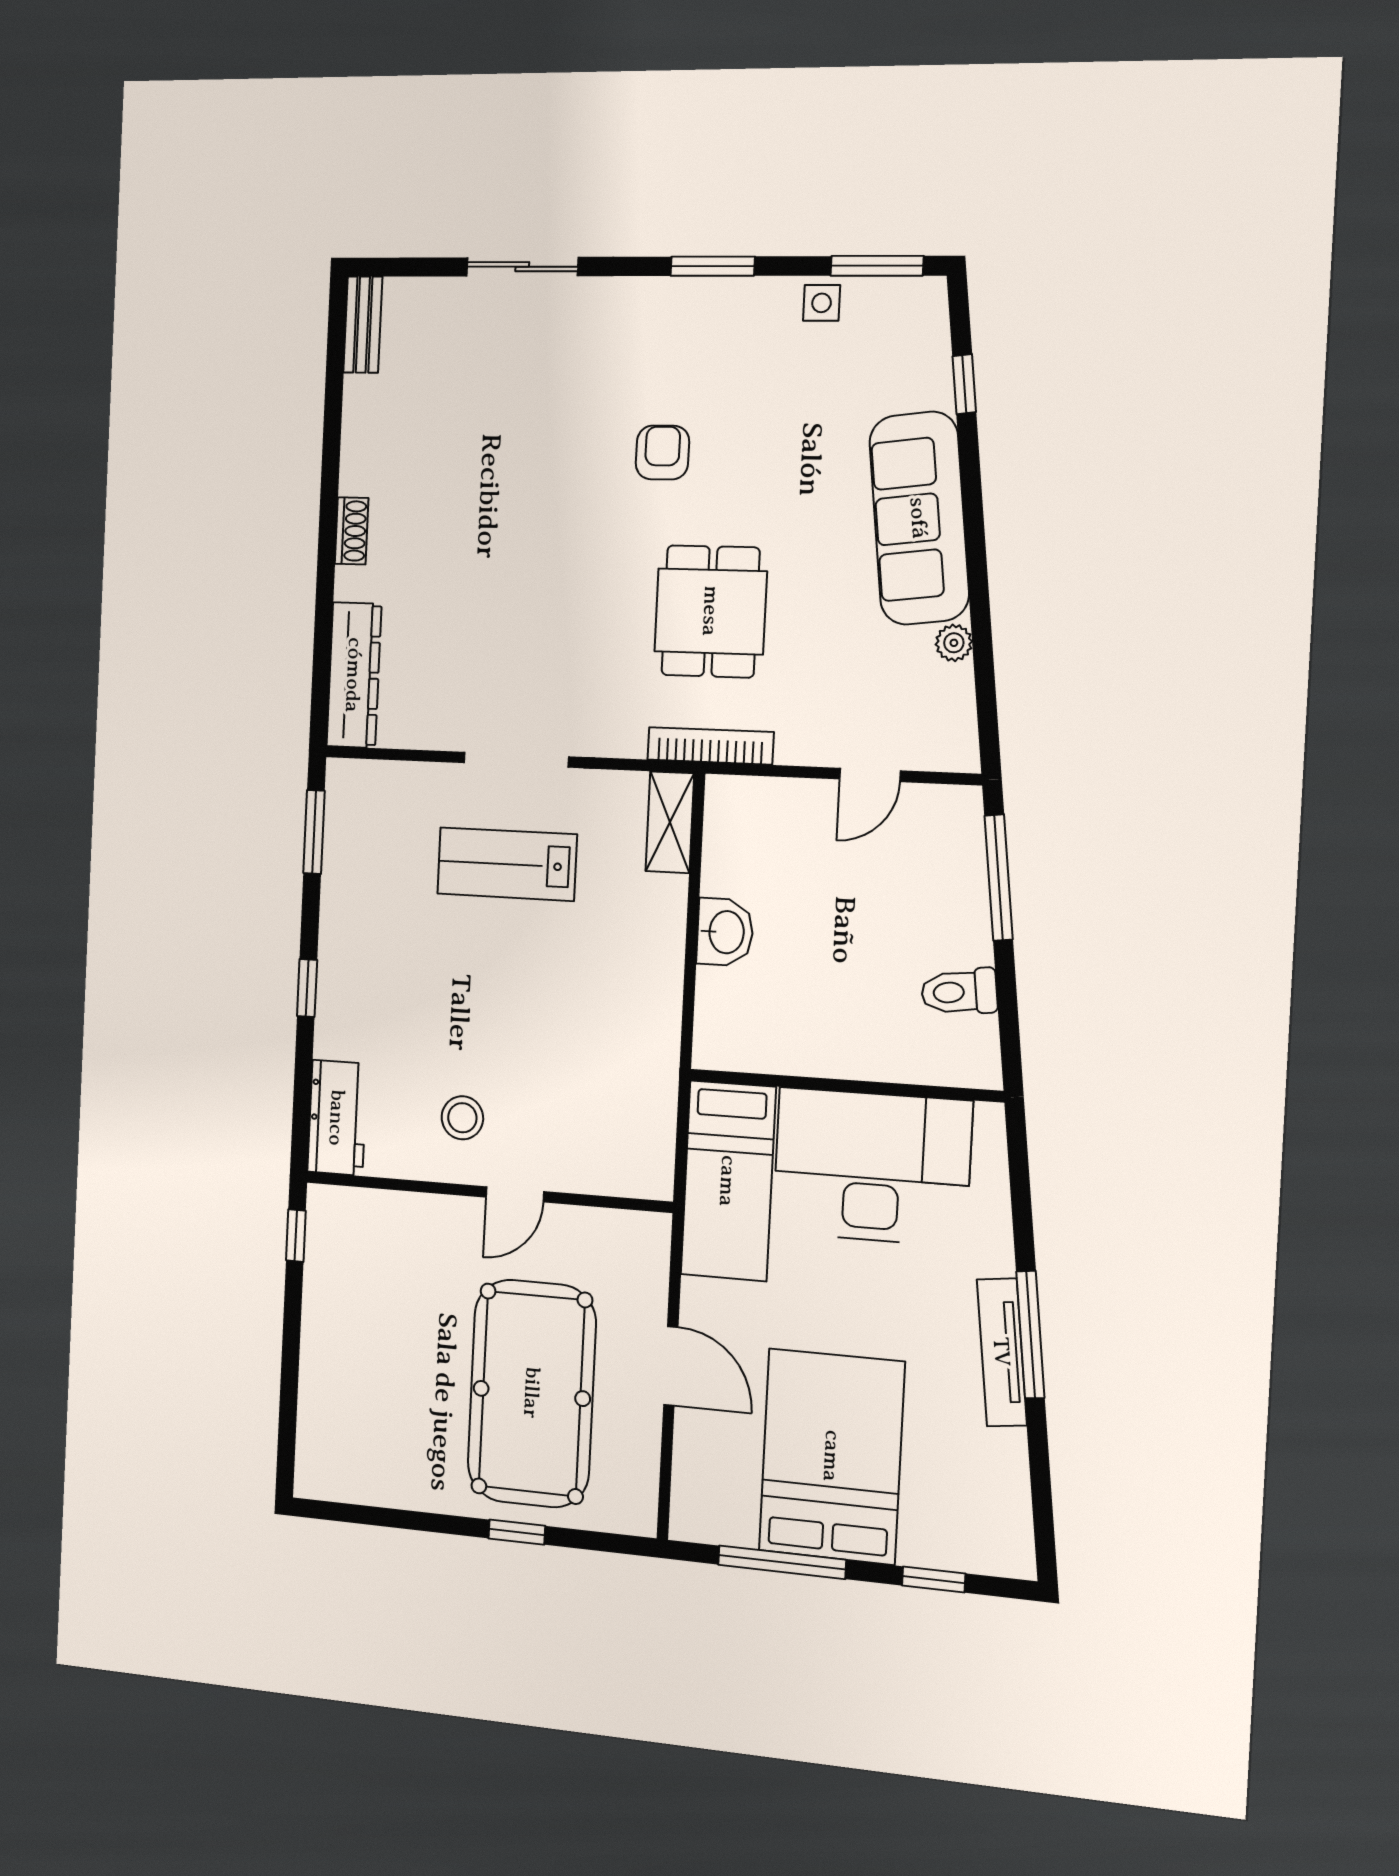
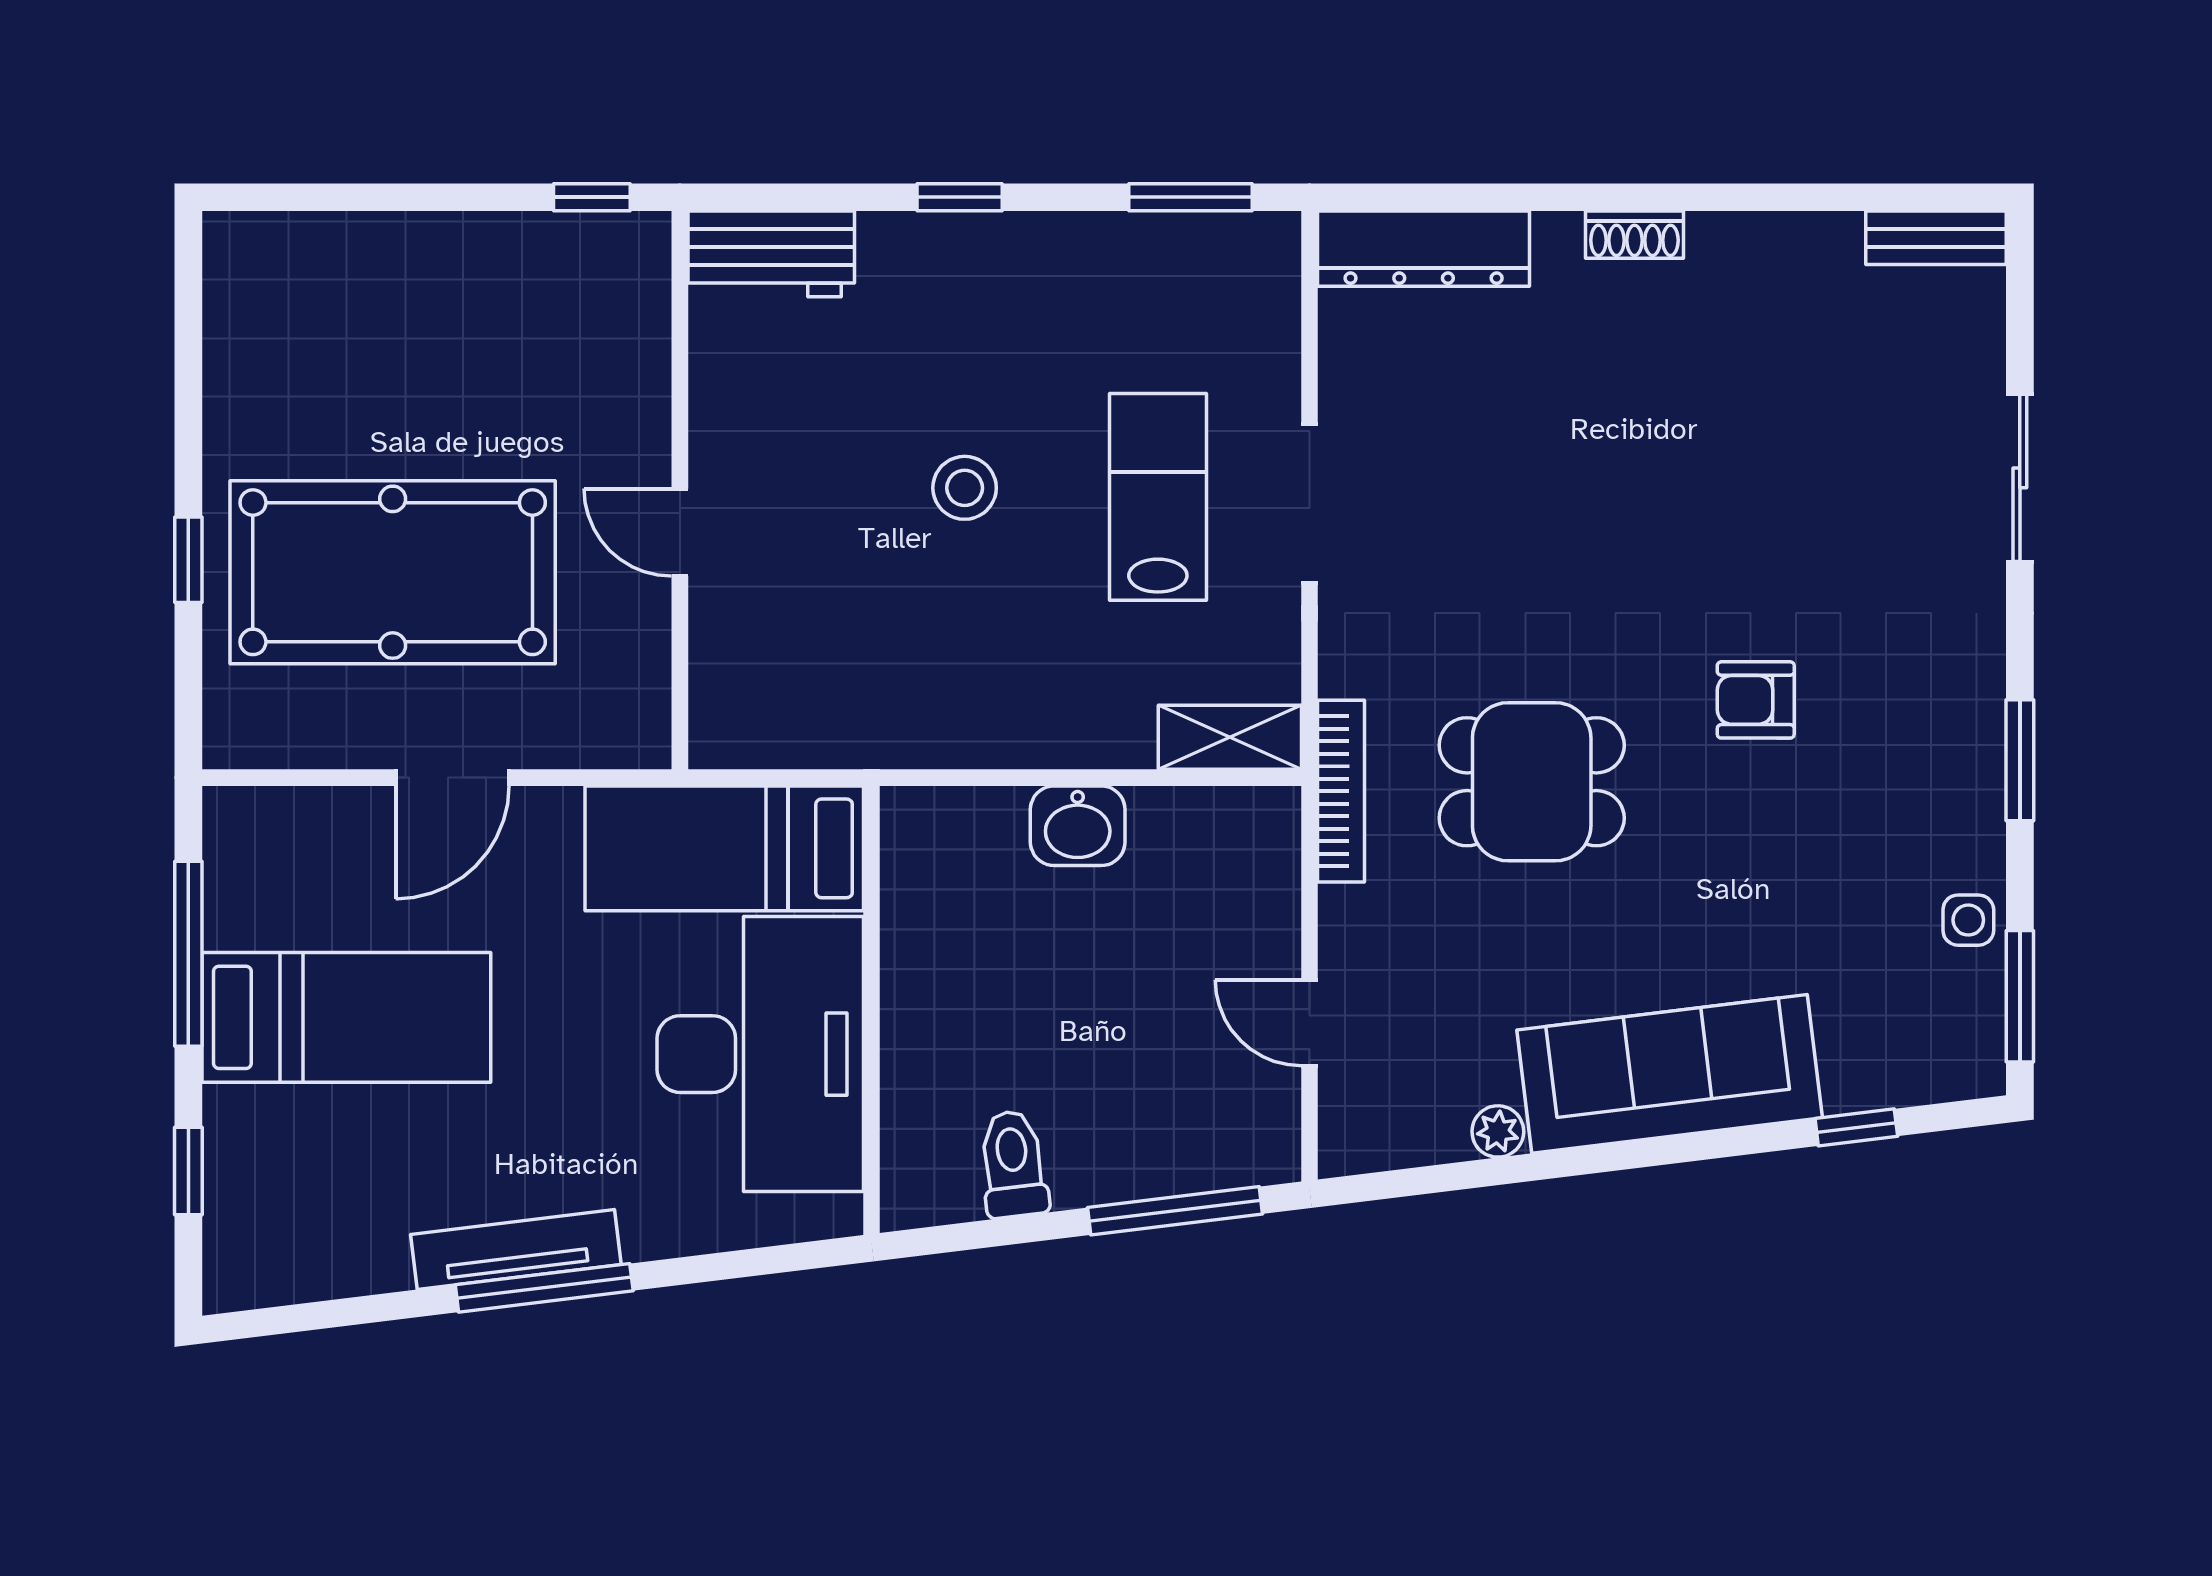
armchair: (662, 452) -> (1756, 700), turned 180
stool: (462, 1118) -> (965, 488), moved
bed: (832, 1456) -> (346, 1017), width x0.67

